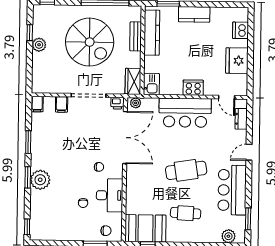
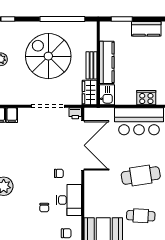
kitchen counter: (152, 33) -> (107, 62), moved
bench: (136, 36) -> (92, 65), moved
spiral stairs: (90, 42) -> (48, 56), turned 180
plant: (136, 103) -> (92, 113), removed
filing cabinet: (62, 104) -> (12, 115), moved

